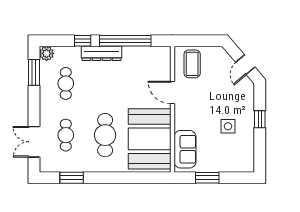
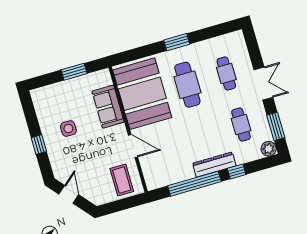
double door: (34, 142) -> (263, 84), moved
sofa: (185, 149) -> (108, 107), moved
window: (72, 178) -> (177, 42), moved

